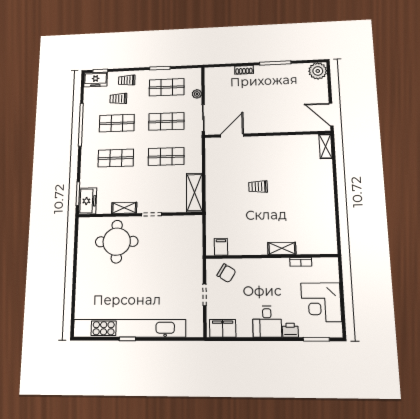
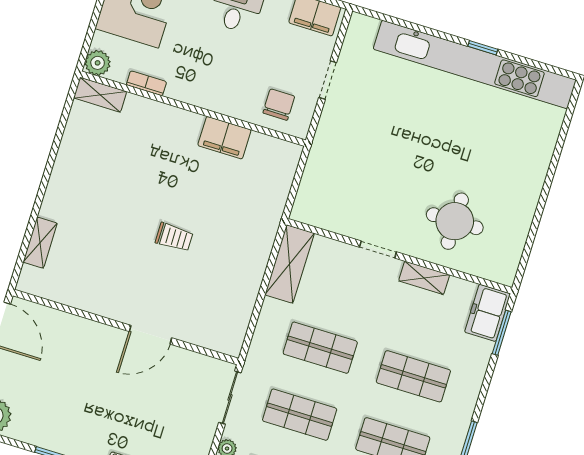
door: (232, 136) -> (150, 335), moved
shelving: (326, 146) -> (40, 243), moved
round table: (117, 242) -> (455, 221), width x0.73, depth x0.73
filing cabinet: (221, 247) -> (224, 138), moved, width x2.00
shelving: (282, 248) -> (100, 95), moved
plant: (331, 265) -> (98, 63), added
chair: (226, 273) -> (279, 105), turned 58

